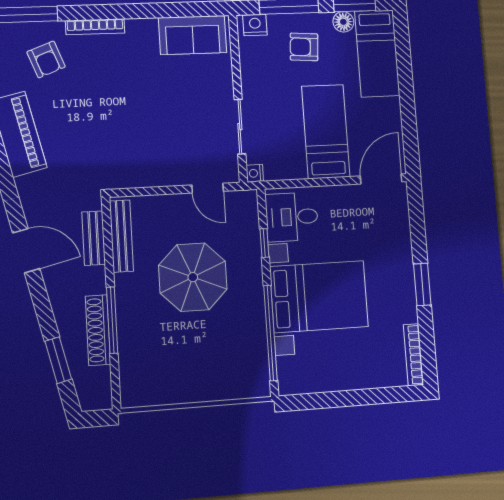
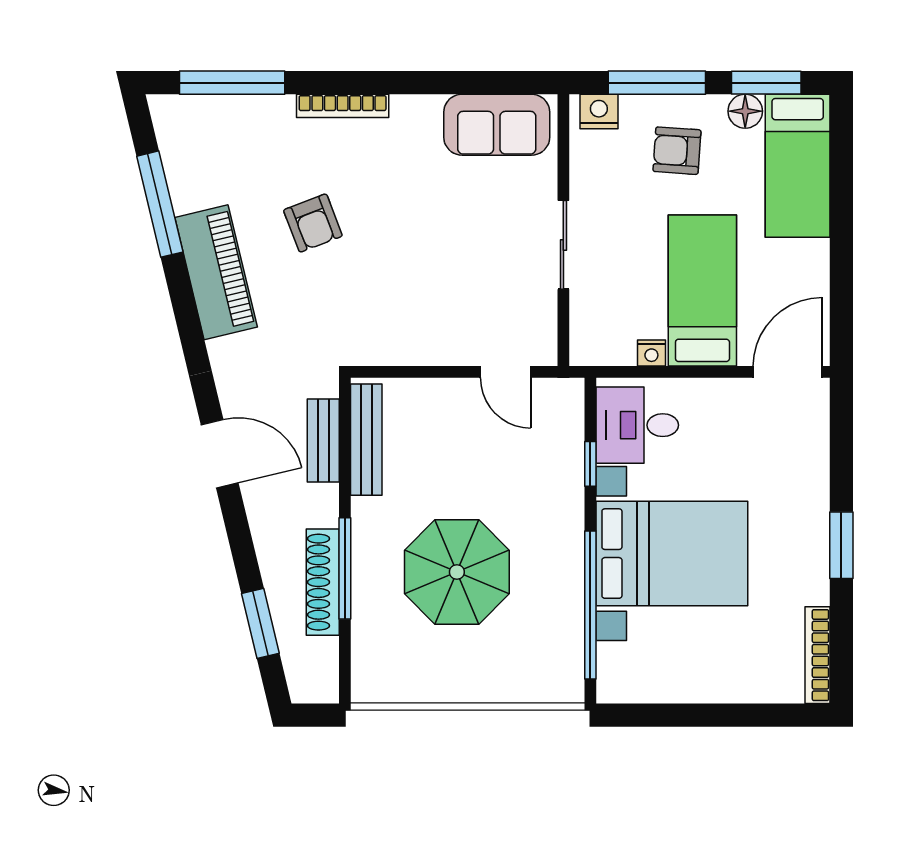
armchair: (46, 59) -> (313, 223), moved
sliding door: (240, 127) -> (563, 245), moved
nightstand: (255, 173) -> (651, 353), moved, turned -90
parasol: (193, 277) -> (457, 572), moved

